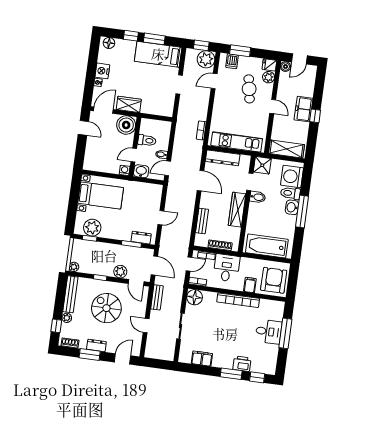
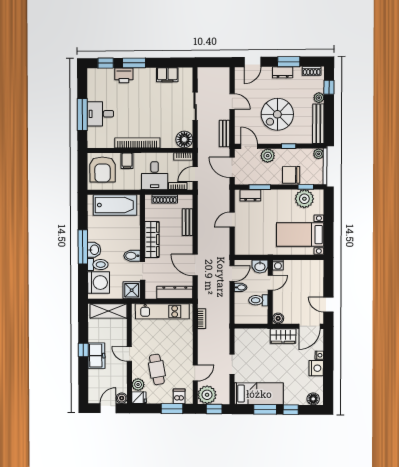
boiler: (126, 125) -> (278, 318), width x0.54, depth x0.54
chair: (101, 251) -> (291, 175), added
spiral stairs: (106, 308) -> (277, 114), turned 90

